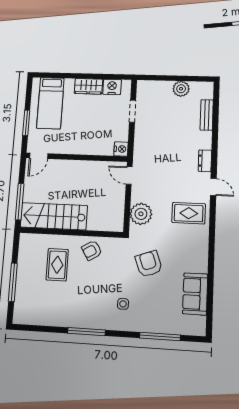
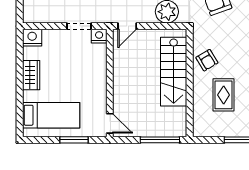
nightstand: (112, 87) -> (32, 38), moved, turned 90
doorway: (133, 111) -> (79, 26), moved
stairs: (54, 216) -> (174, 72), moved
rug: (57, 265) -> (224, 95), turned 90

